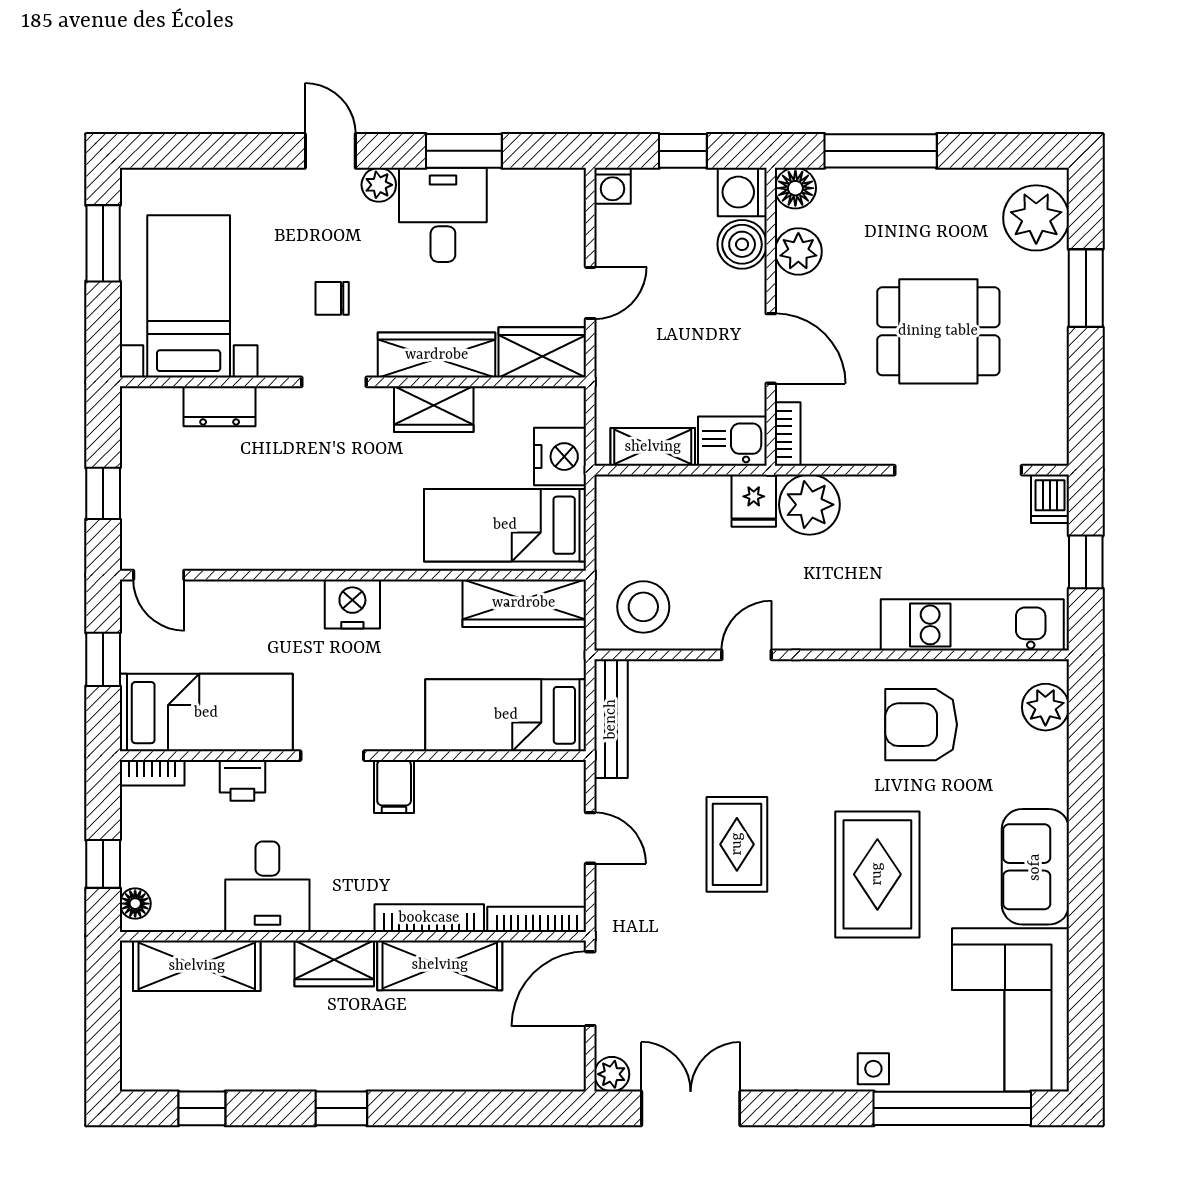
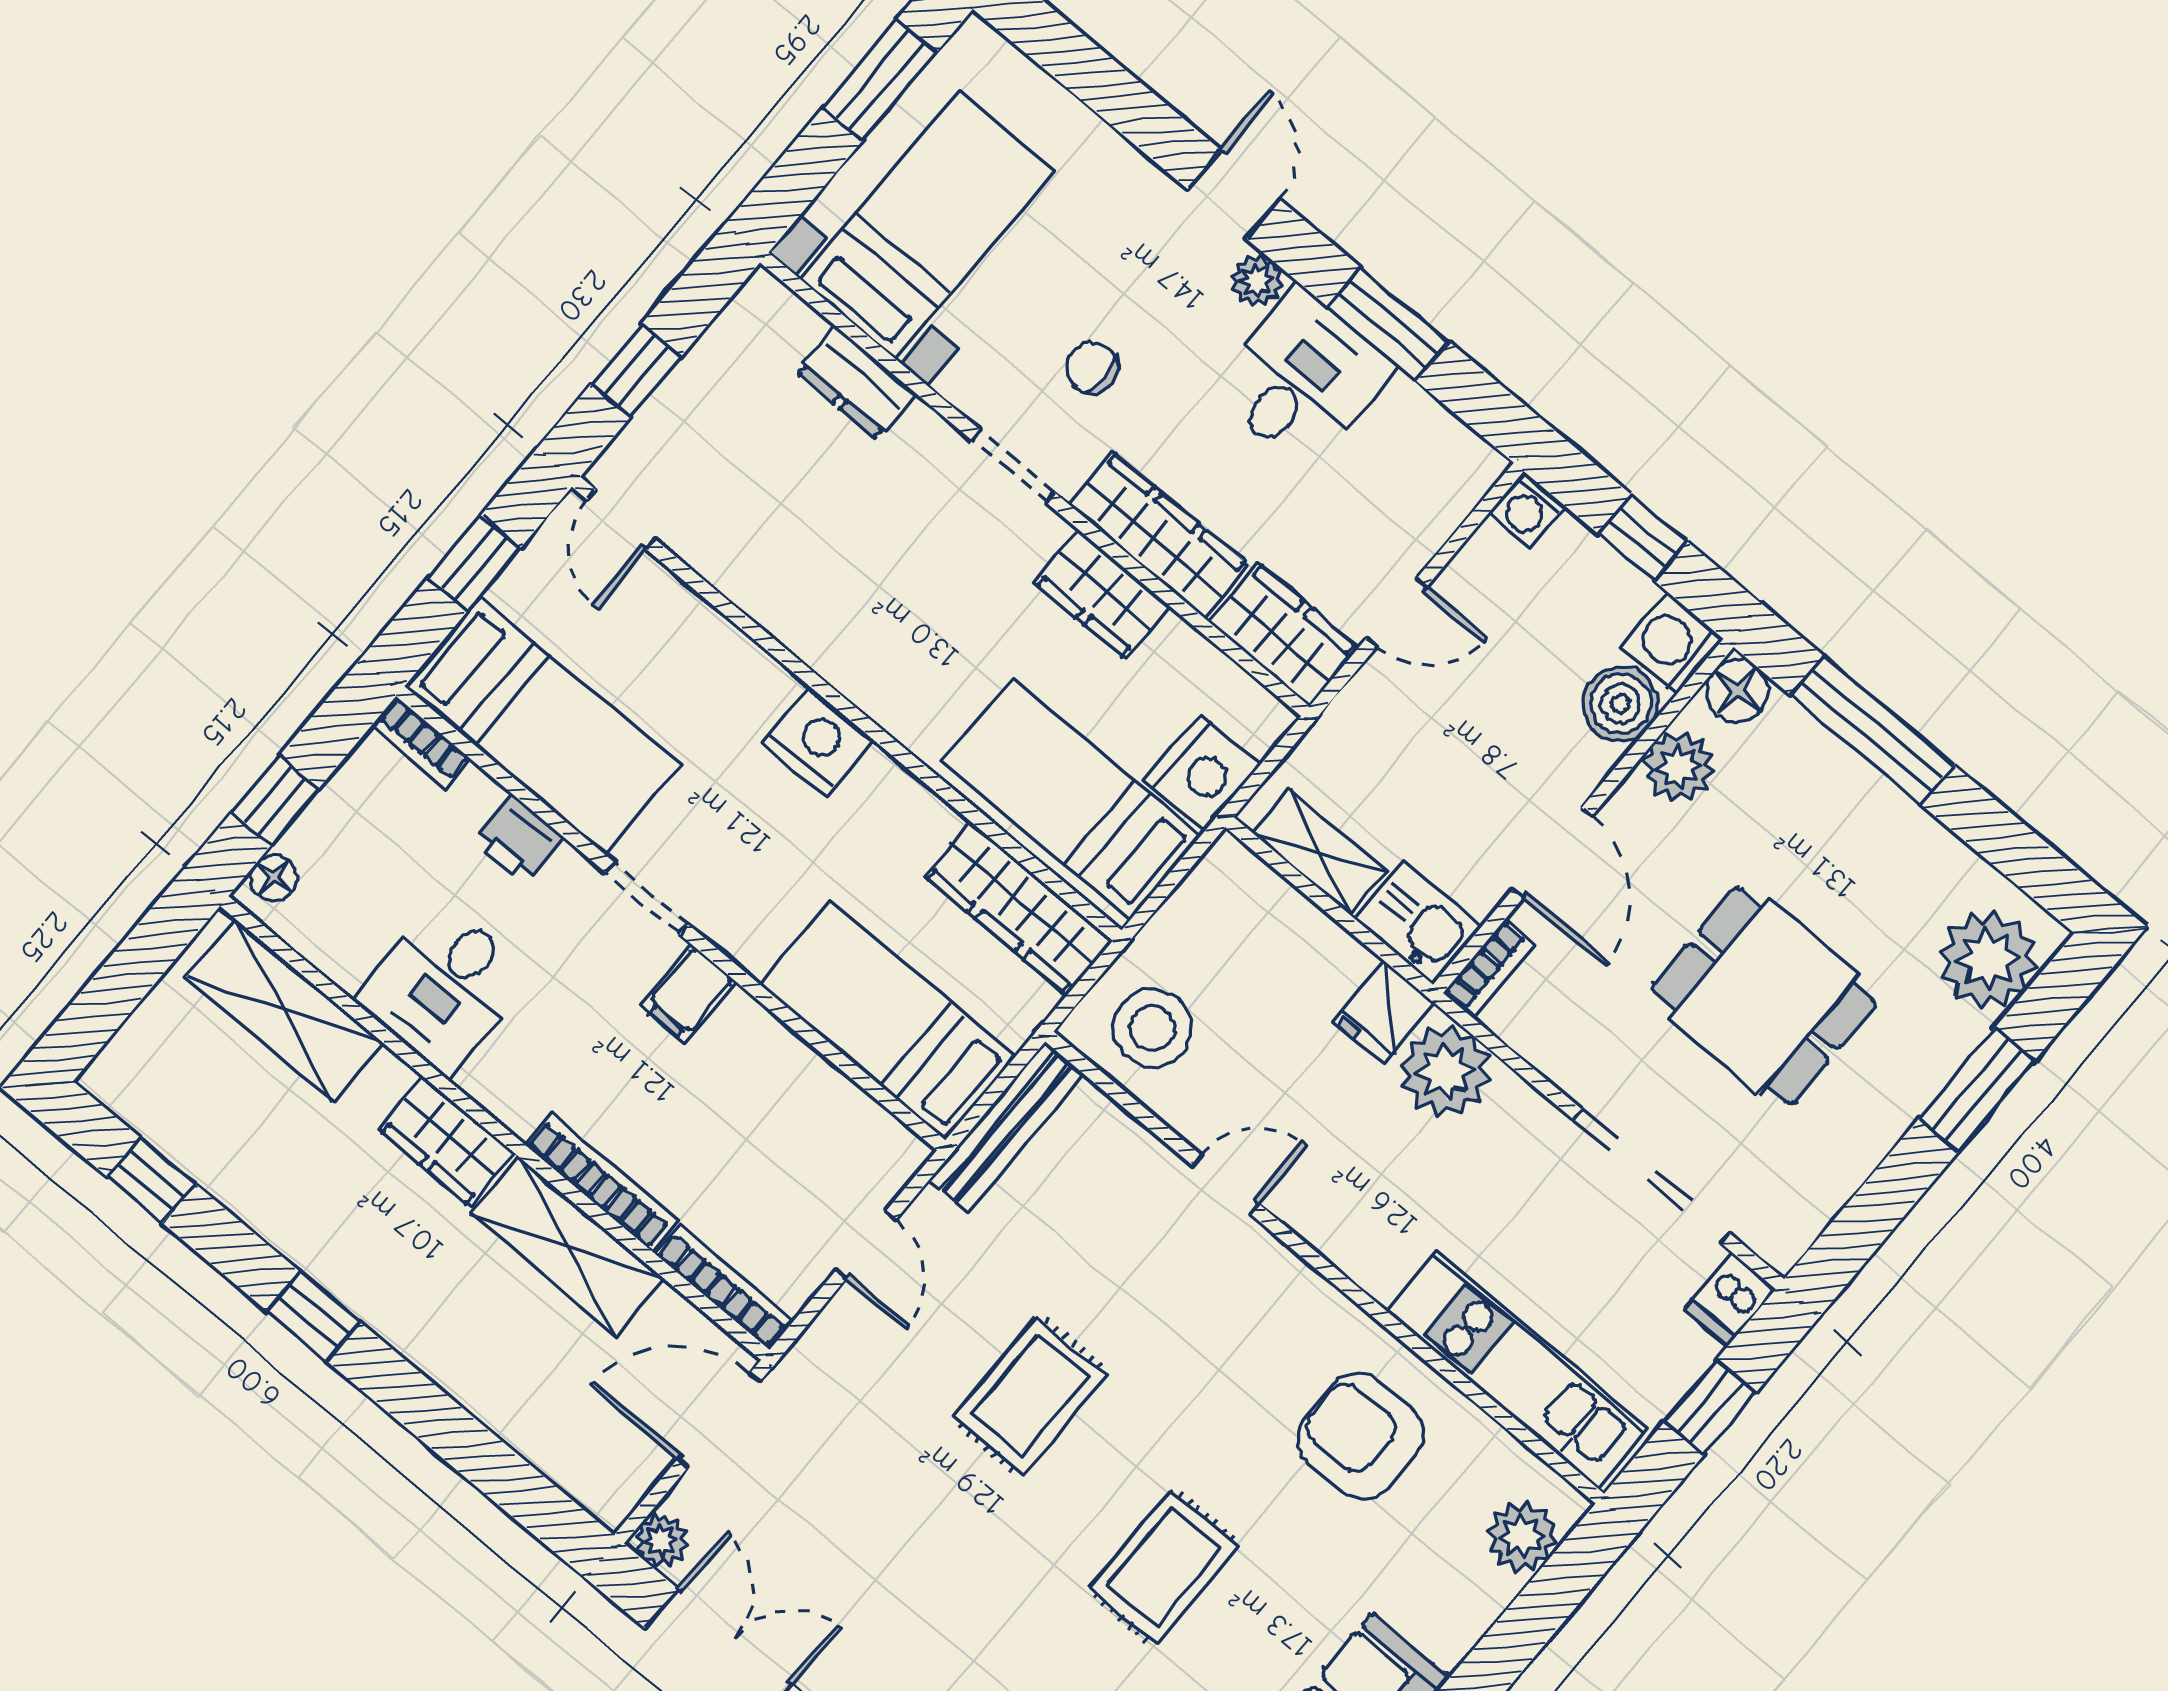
rug: (877, 874) -> (1164, 1567), width x0.73, depth x0.70

